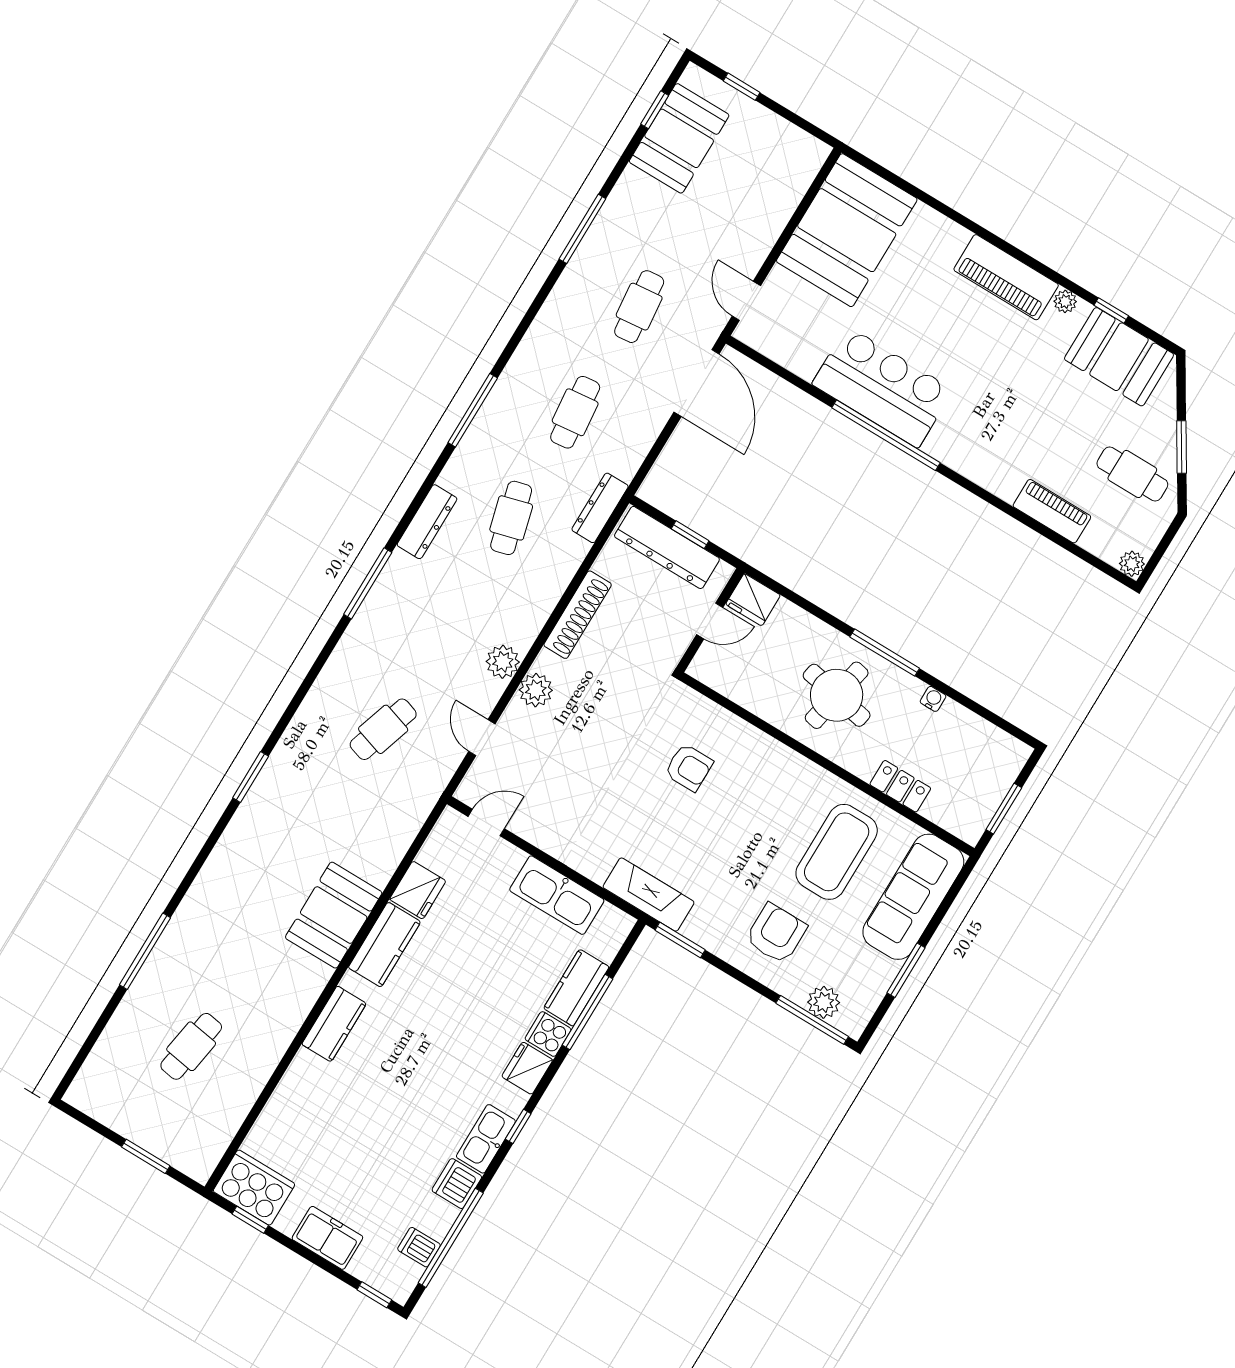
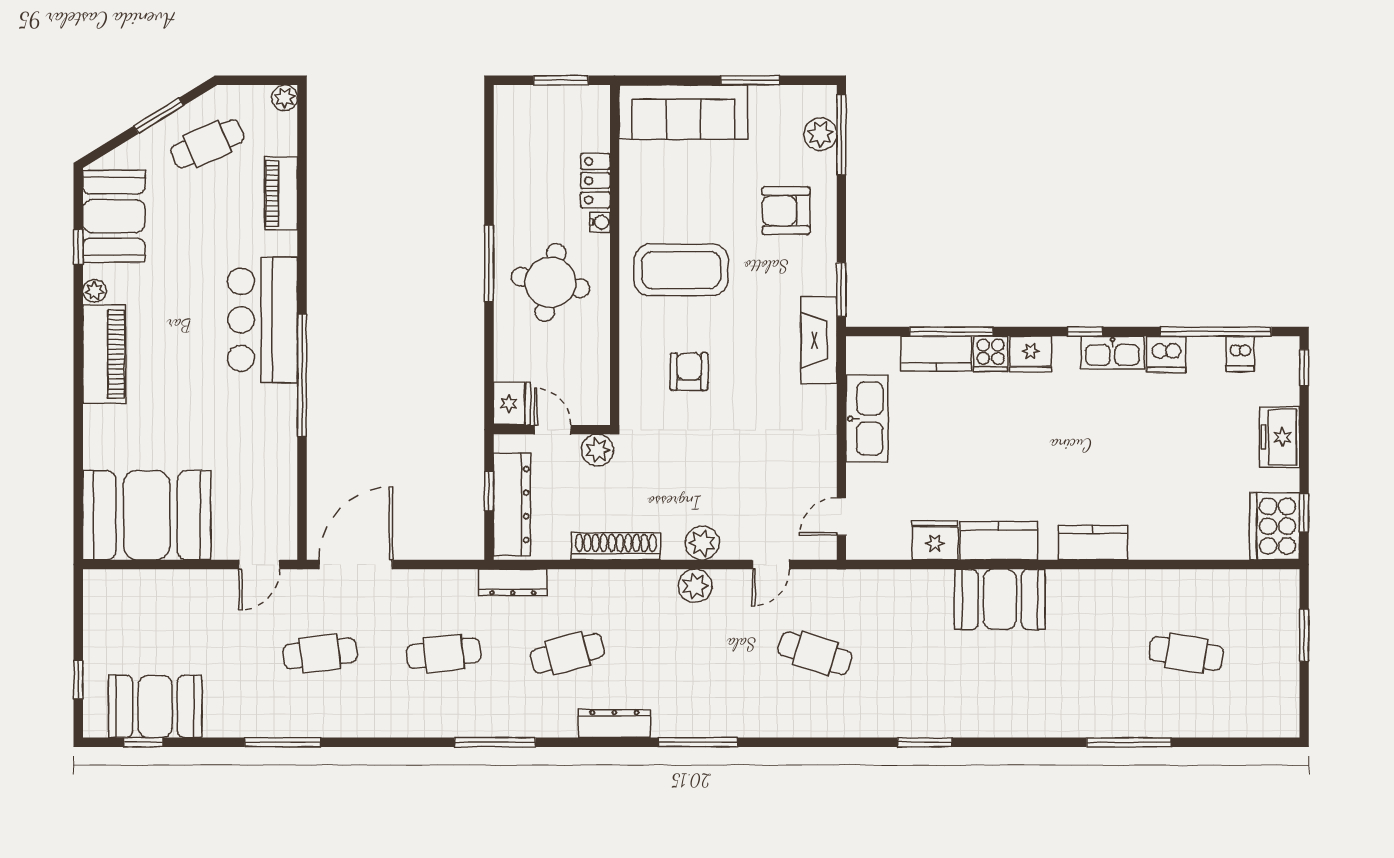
bar counter: (882, 387) -> (263, 320), moved
cafe table: (1132, 474) -> (207, 144), turned 66
plant: (669, 649) -> (597, 450), added
water cooler: (933, 699) -> (600, 222), moved, turned 180
door: (486, 823) -> (841, 517), hinge flipped
coffee table: (837, 852) -> (681, 270), moved

